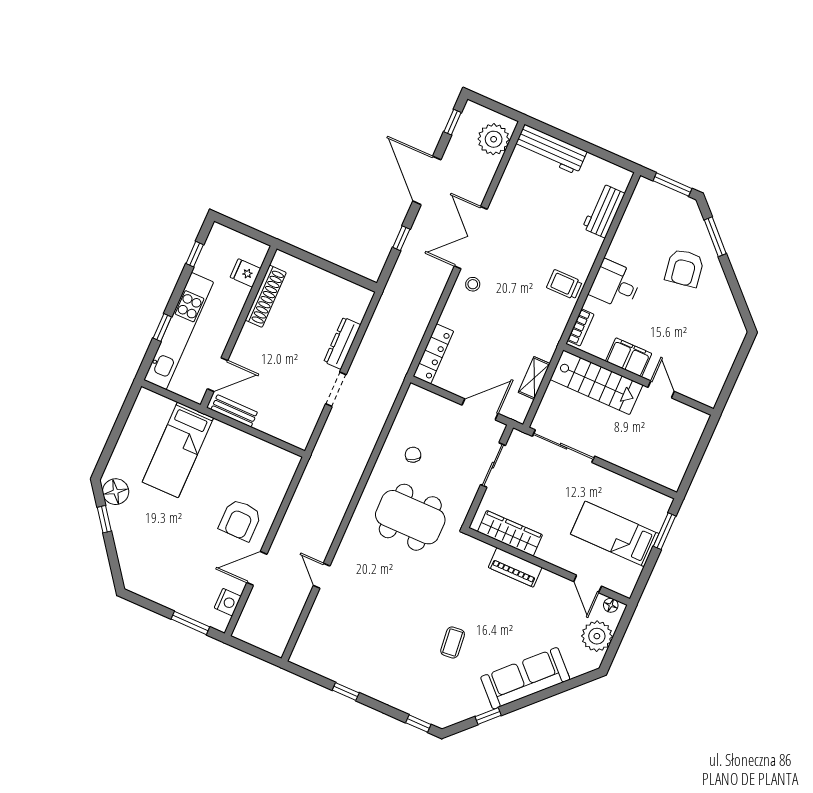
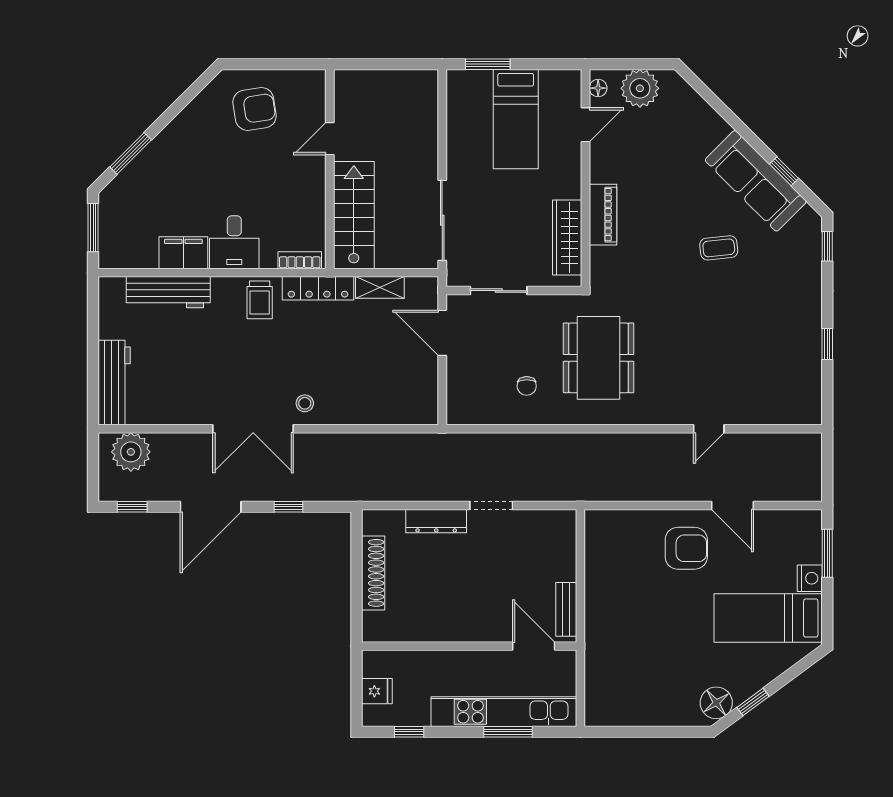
workbench: (604, 211) -> (168, 292), width x1.38
armchair: (684, 268) -> (255, 109), moved
fridge: (246, 273) -> (377, 691), moved, turned -90
shoe rack: (266, 296) -> (373, 573), moved, turned 90
window: (162, 328) -> (508, 732), width x1.50
locker: (433, 354) -> (318, 288), moved, turned 180
filing cabinet: (629, 357) -> (183, 253), moved, turned 90
bed: (178, 450) -> (768, 618), moved, turned 180
chair: (413, 455) -> (527, 386), turned -60
nightstand: (228, 602) -> (810, 578), moved, turned 90
sofa: (525, 678) -> (756, 181), moved

